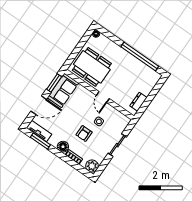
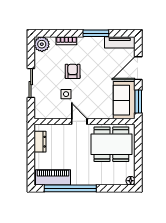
piano: (146, 72) -> (53, 177), added
window: (40, 141) -> (96, 33), moved
floor lamp: (63, 147) -> (85, 43), removed

